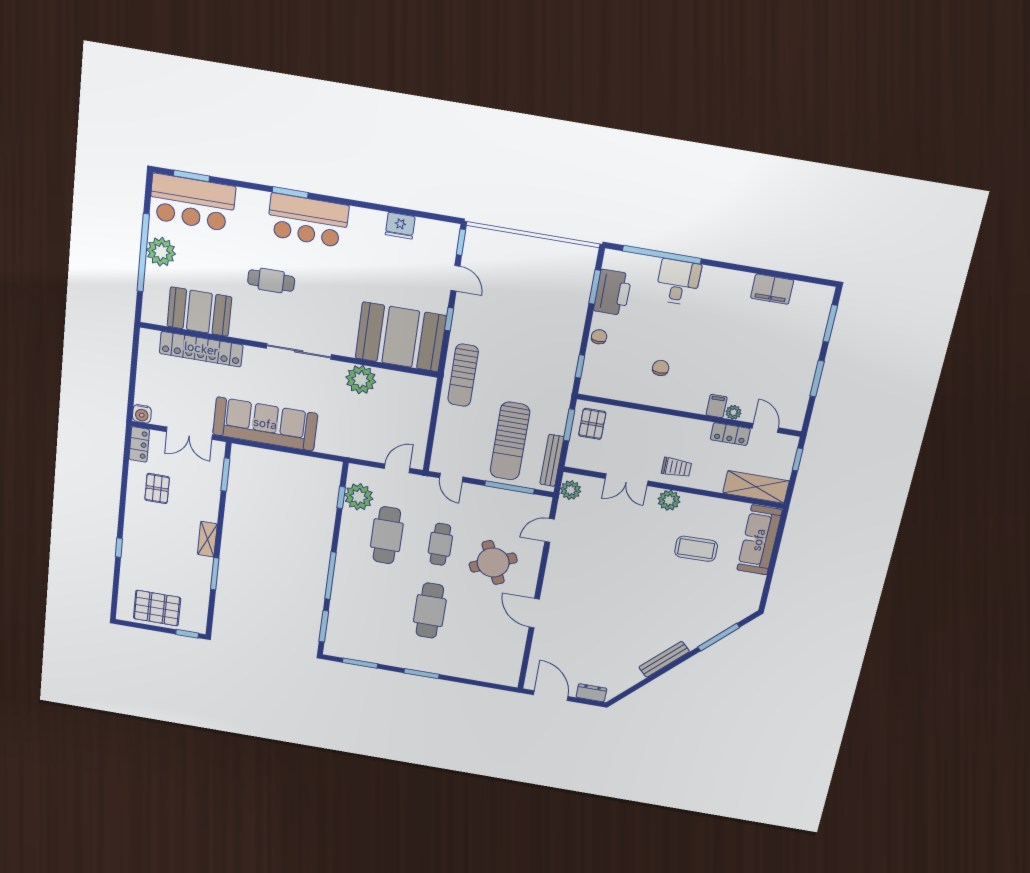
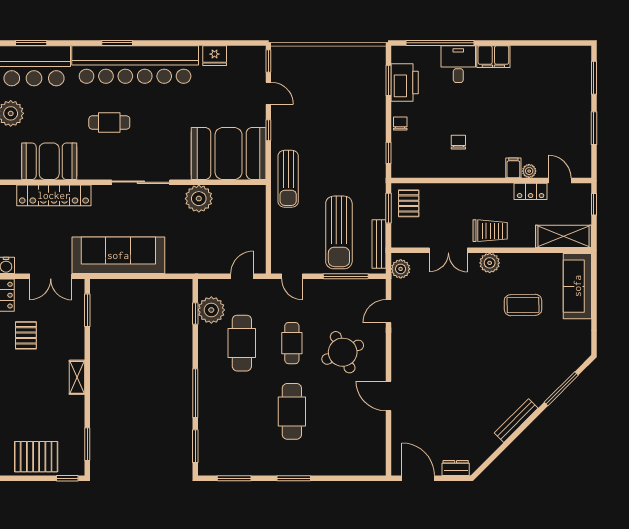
bar counter: (308, 220) -> (135, 64), width x1.86
filing cabinet: (772, 289) -> (493, 57), moved
trolley: (677, 467) -> (490, 231), width x1.36, depth x1.39
window: (215, 574) -> (87, 444), moved

